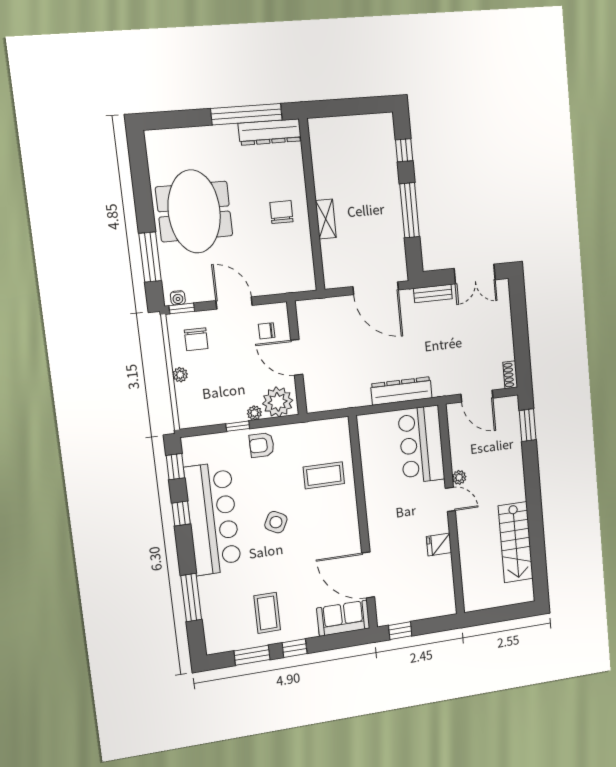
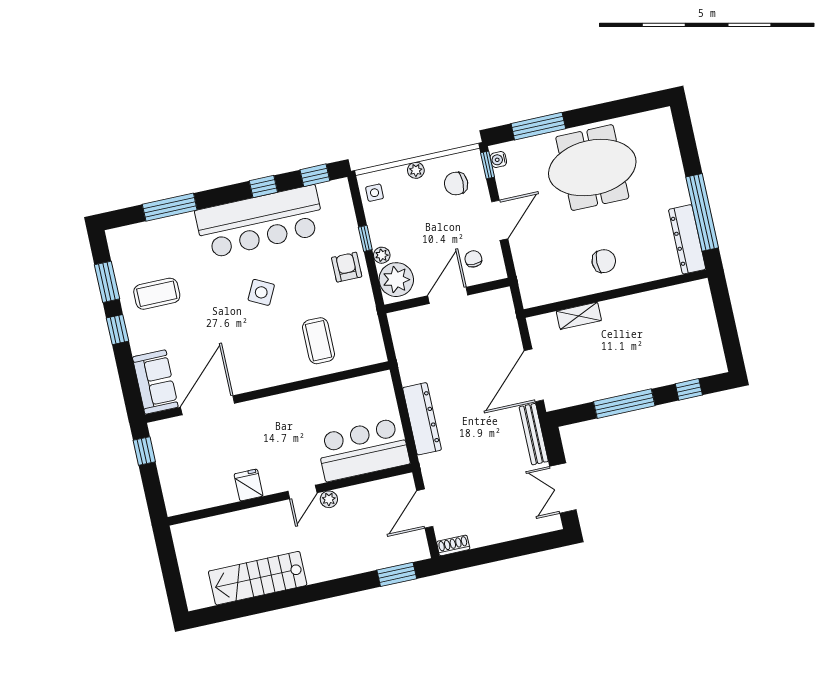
shelving: (326, 219) -> (579, 316), moved
bench: (433, 294) -> (534, 434), width x1.36
side table: (197, 414) -> (375, 193), added

